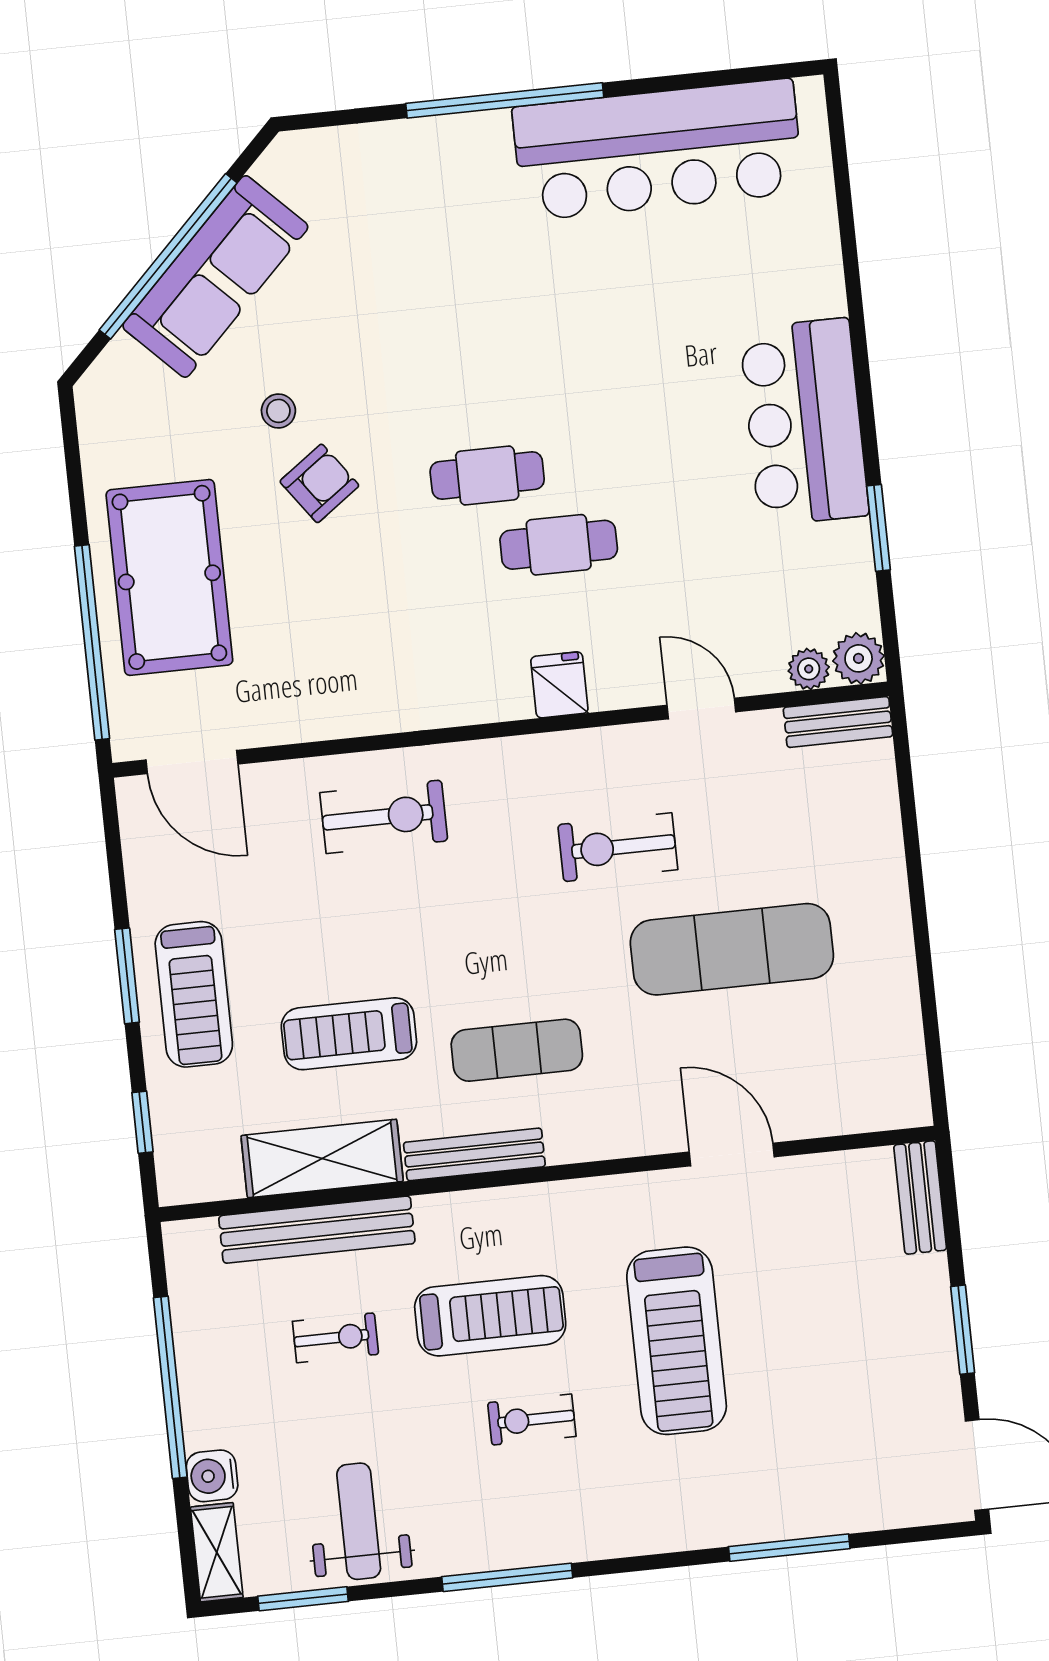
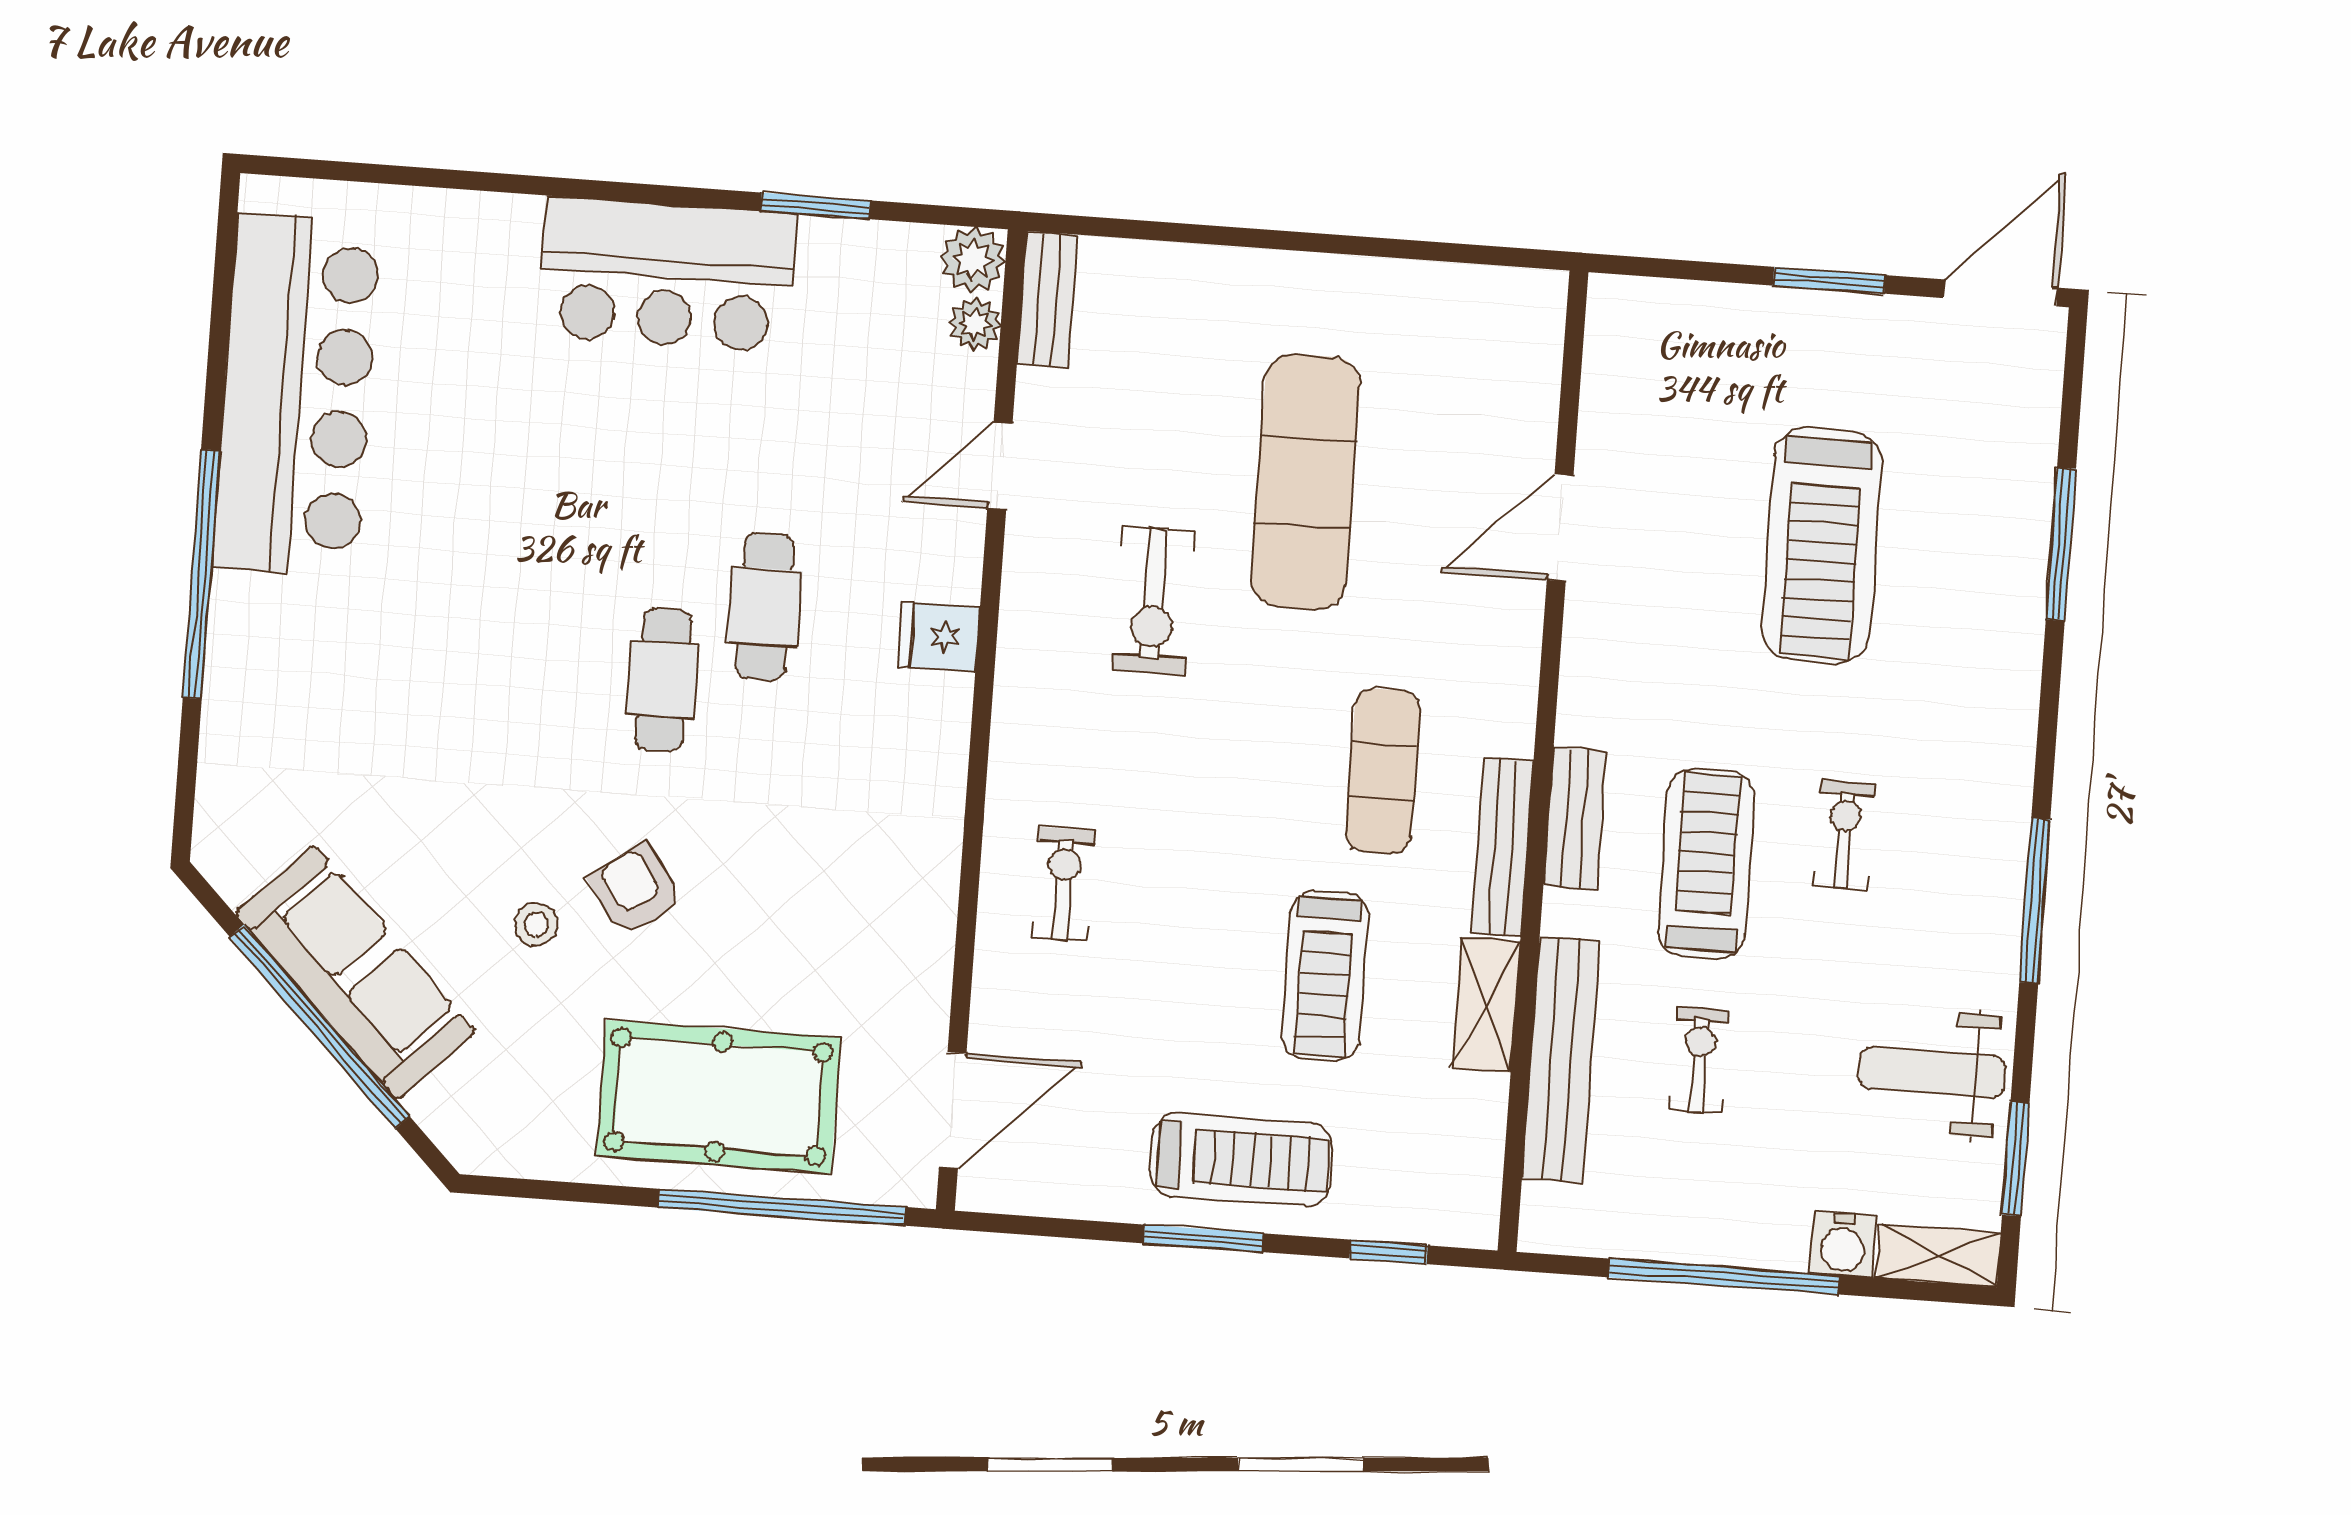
exercise bike: (384, 817) -> (1063, 884), width x0.73, depth x0.72
shelving: (322, 1158) -> (1486, 1005), width x0.67, depth x0.75
bench: (920, 1197) -> (1575, 818), moved, turned 90
treadmill: (677, 1341) -> (1822, 545), moved, turned 90
exercise bike: (532, 1420) -> (1844, 835), turned 180

